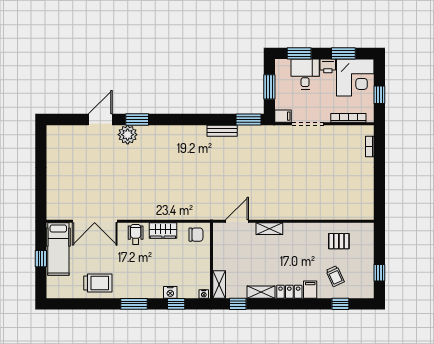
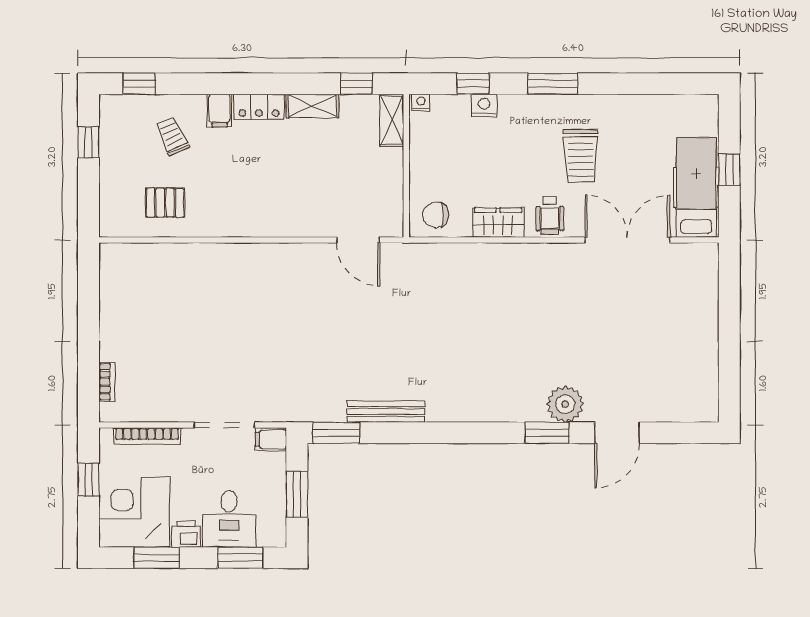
bench: (222, 131) -> (386, 412), width x1.36
door: (237, 221) -> (358, 240), hinge flipped
shelving: (269, 229) -> (297, 226), removed
trolley: (98, 283) -> (581, 156), moved, turned -91
window: (340, 304) -> (139, 84), moved

